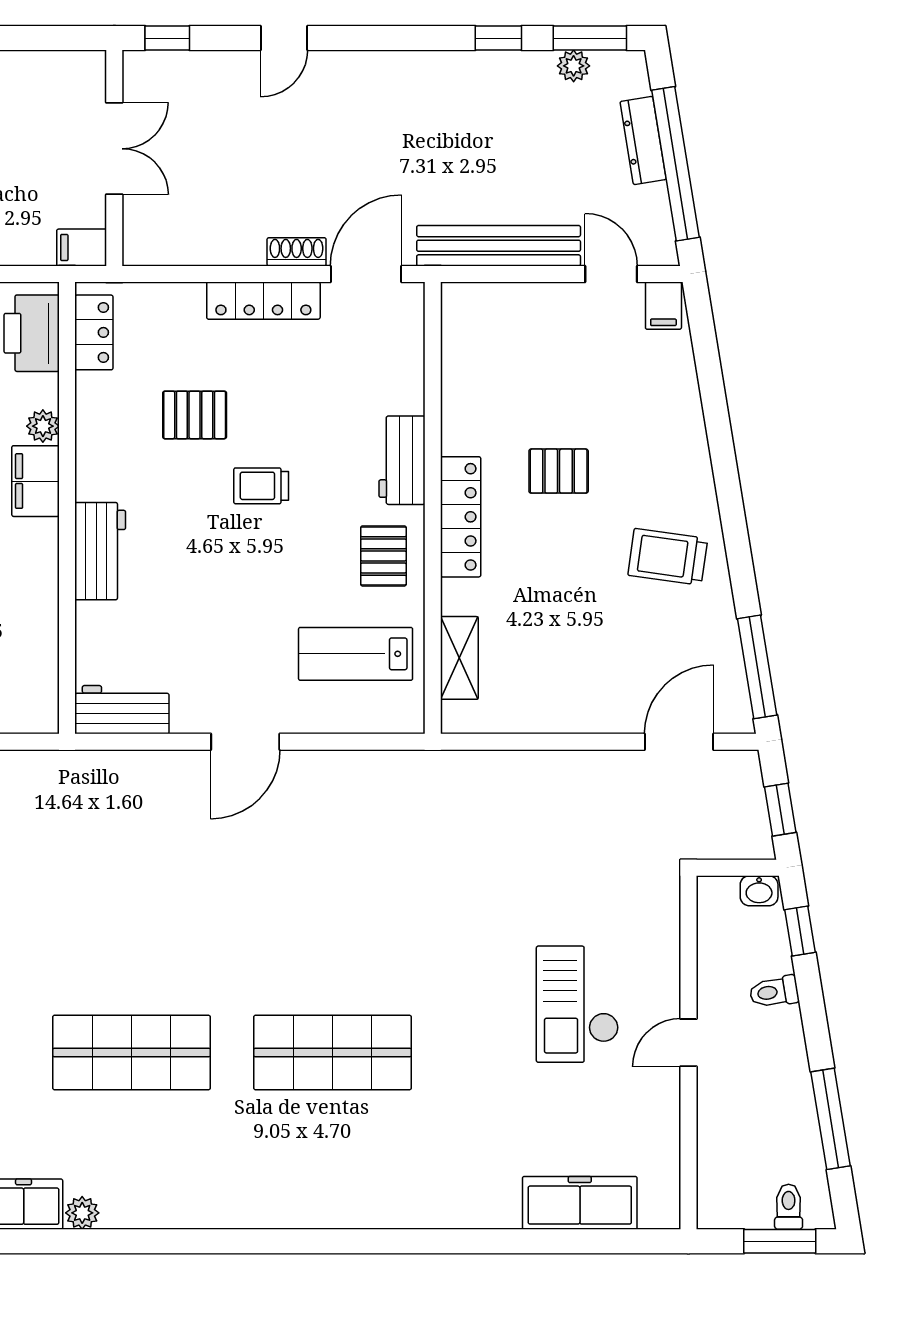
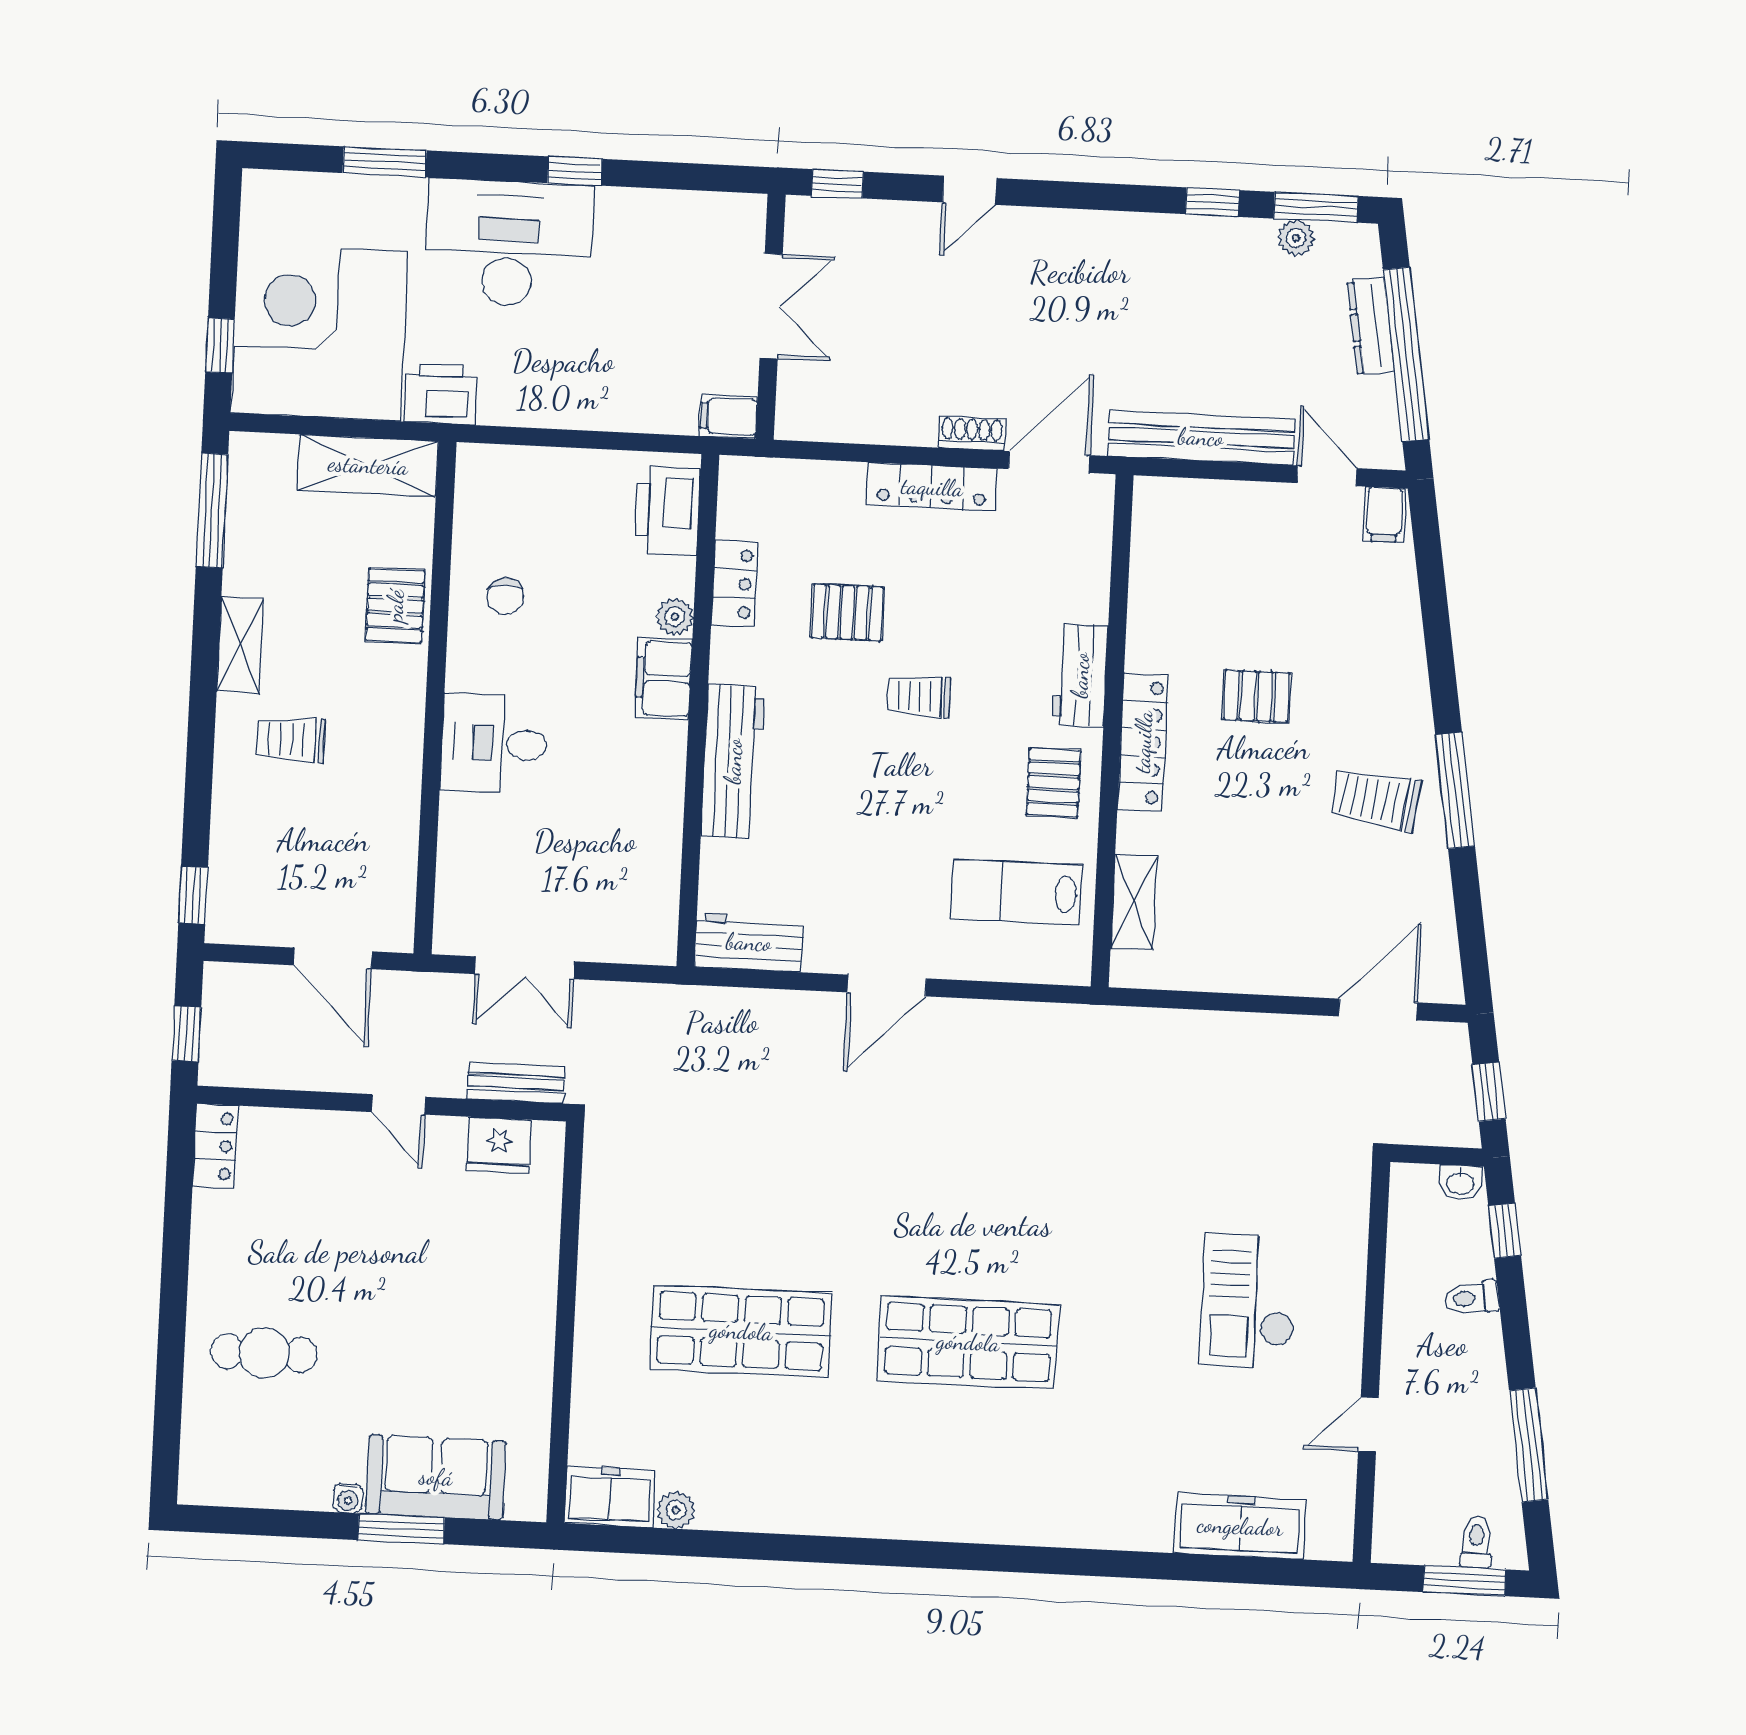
locker: (94, 332) -> (734, 584), moved
workbench: (100, 551) -> (733, 761), width x1.38
window: (757, 667) -> (1455, 790), moved
door: (688, 1043) -> (1368, 1424), moved

